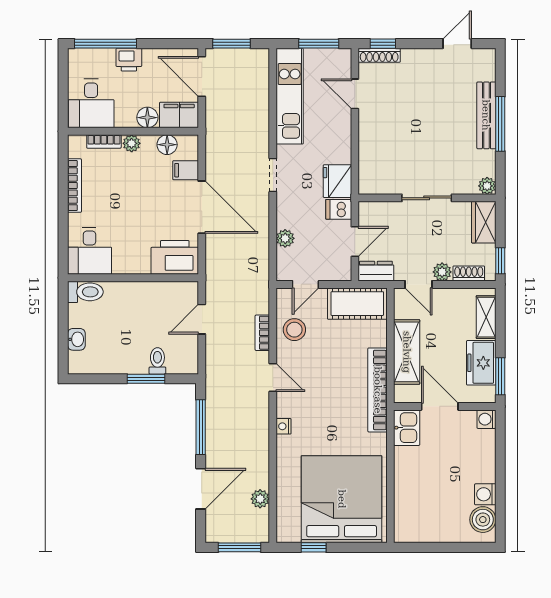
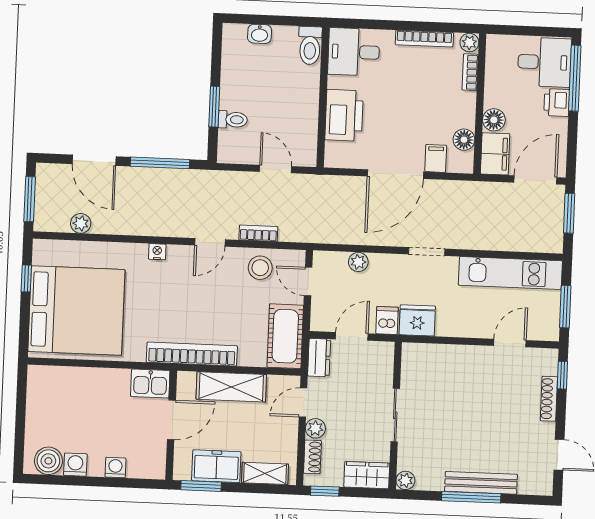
shoe rack: (379, 55) -> (549, 399), moved
desk: (91, 103) -> (544, 62), moved, turned 180
plant: (132, 143) -> (469, 43), moved
door: (355, 242) -> (352, 336), swing flipped
printer: (175, 257) -> (344, 115), moved
washing machine: (486, 419) -> (115, 468), moved

